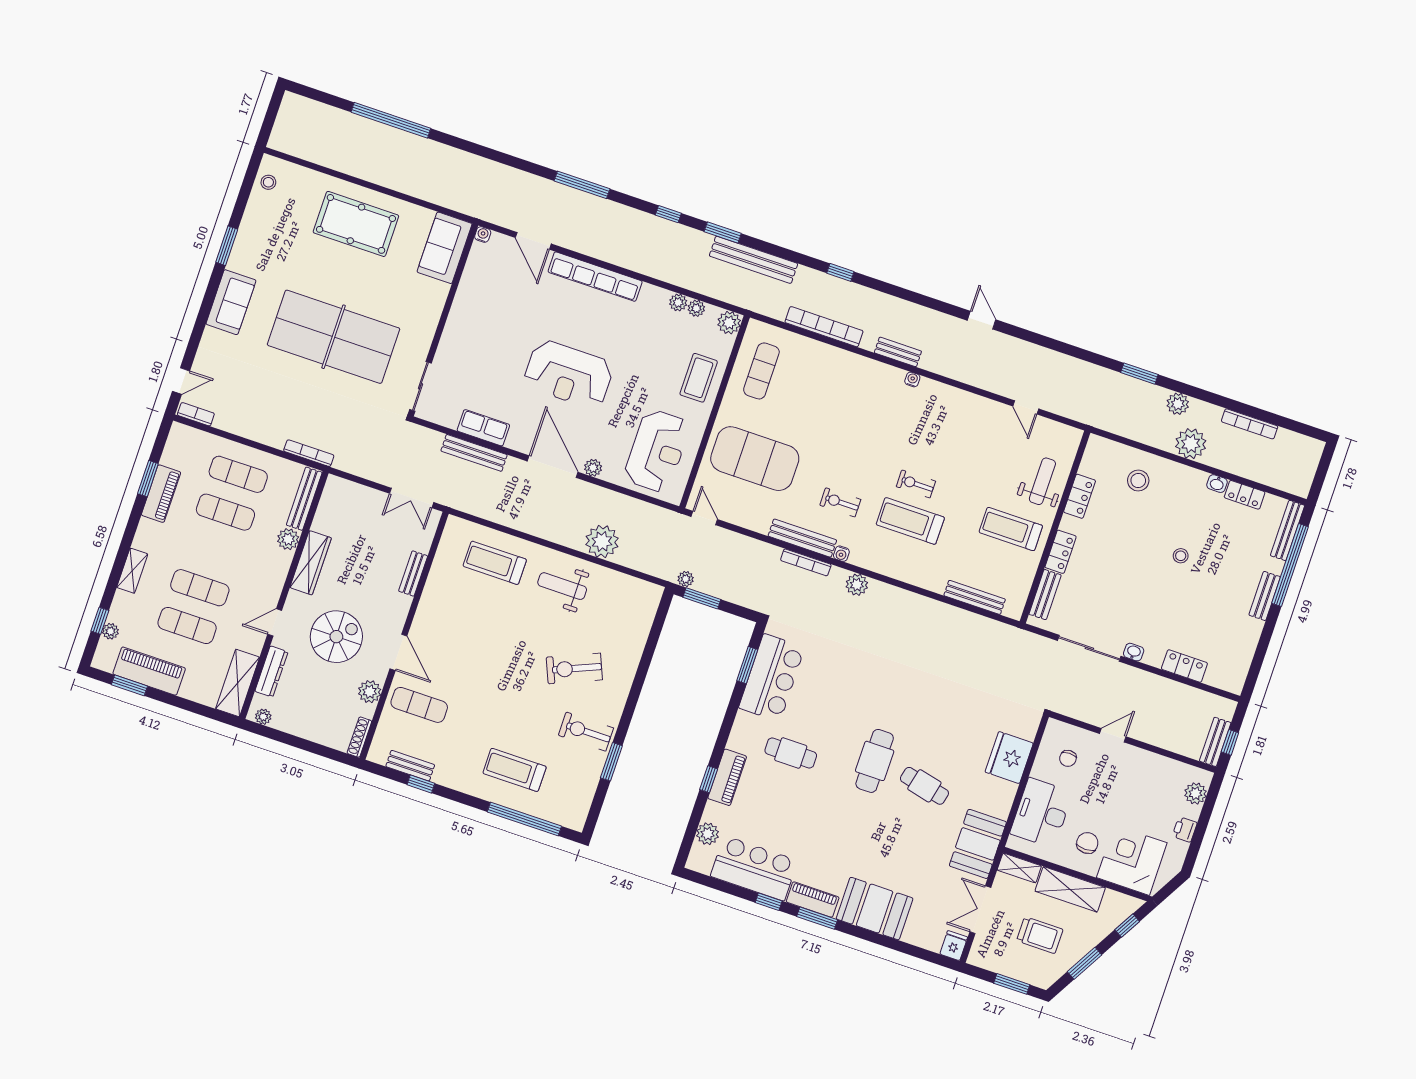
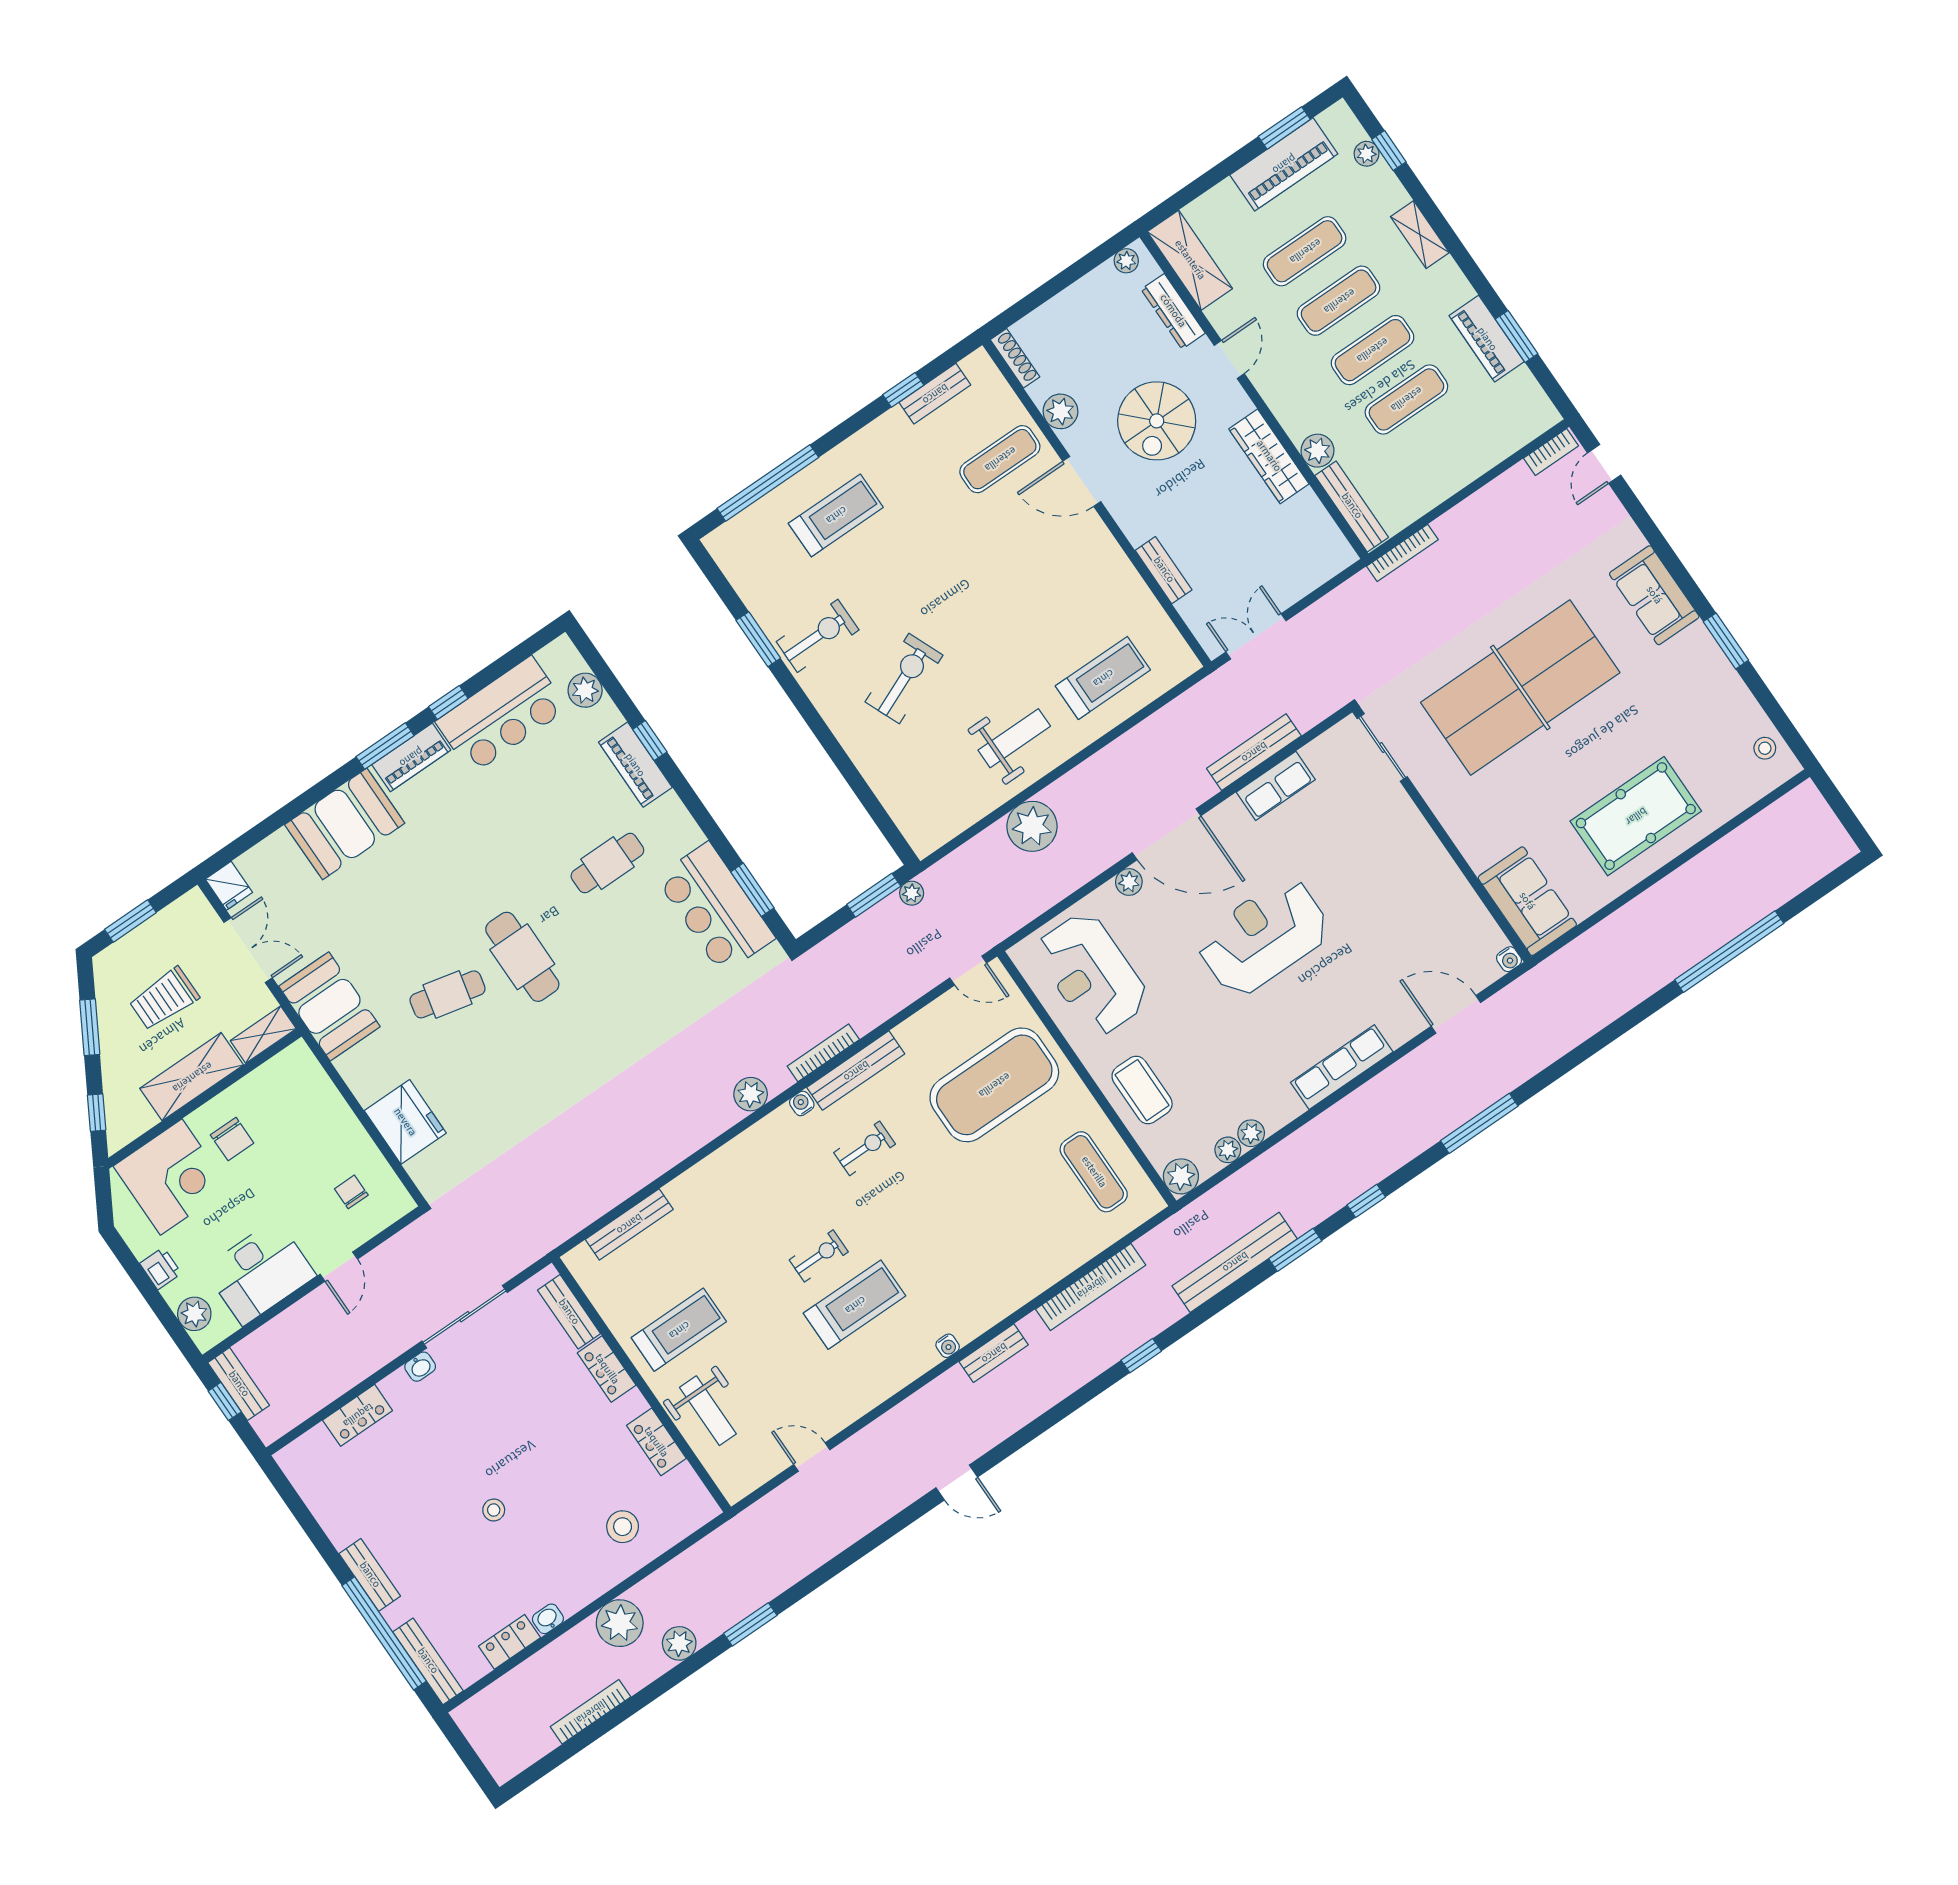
row of seats: (595, 277) -> (1342, 1067), width x0.73
exercise mat: (238, 474) -> (1372, 350), moved
treadmill: (910, 521) -> (855, 1305), moved
desk: (1041, 813) -> (260, 1272), moved, turned 90

